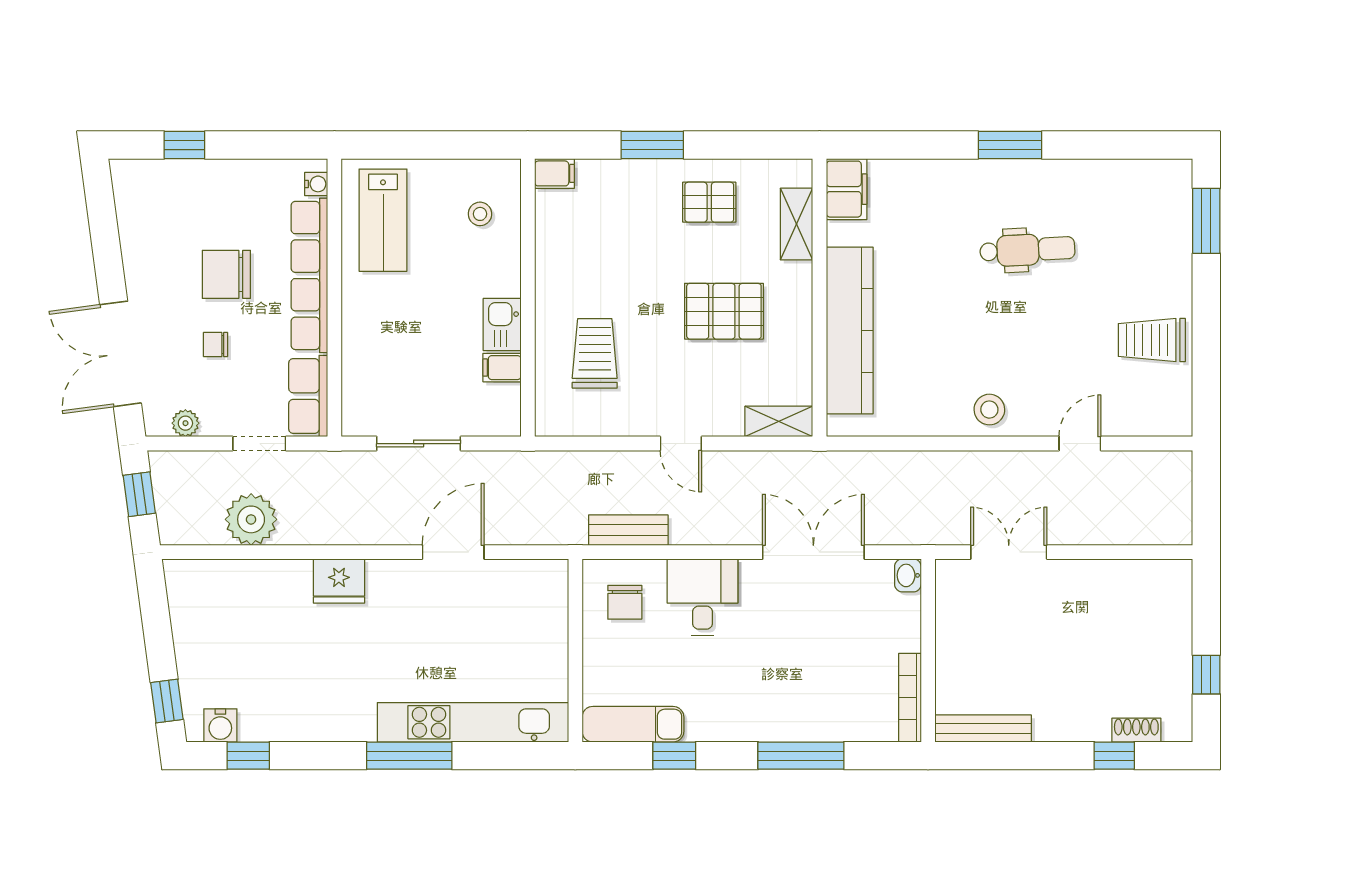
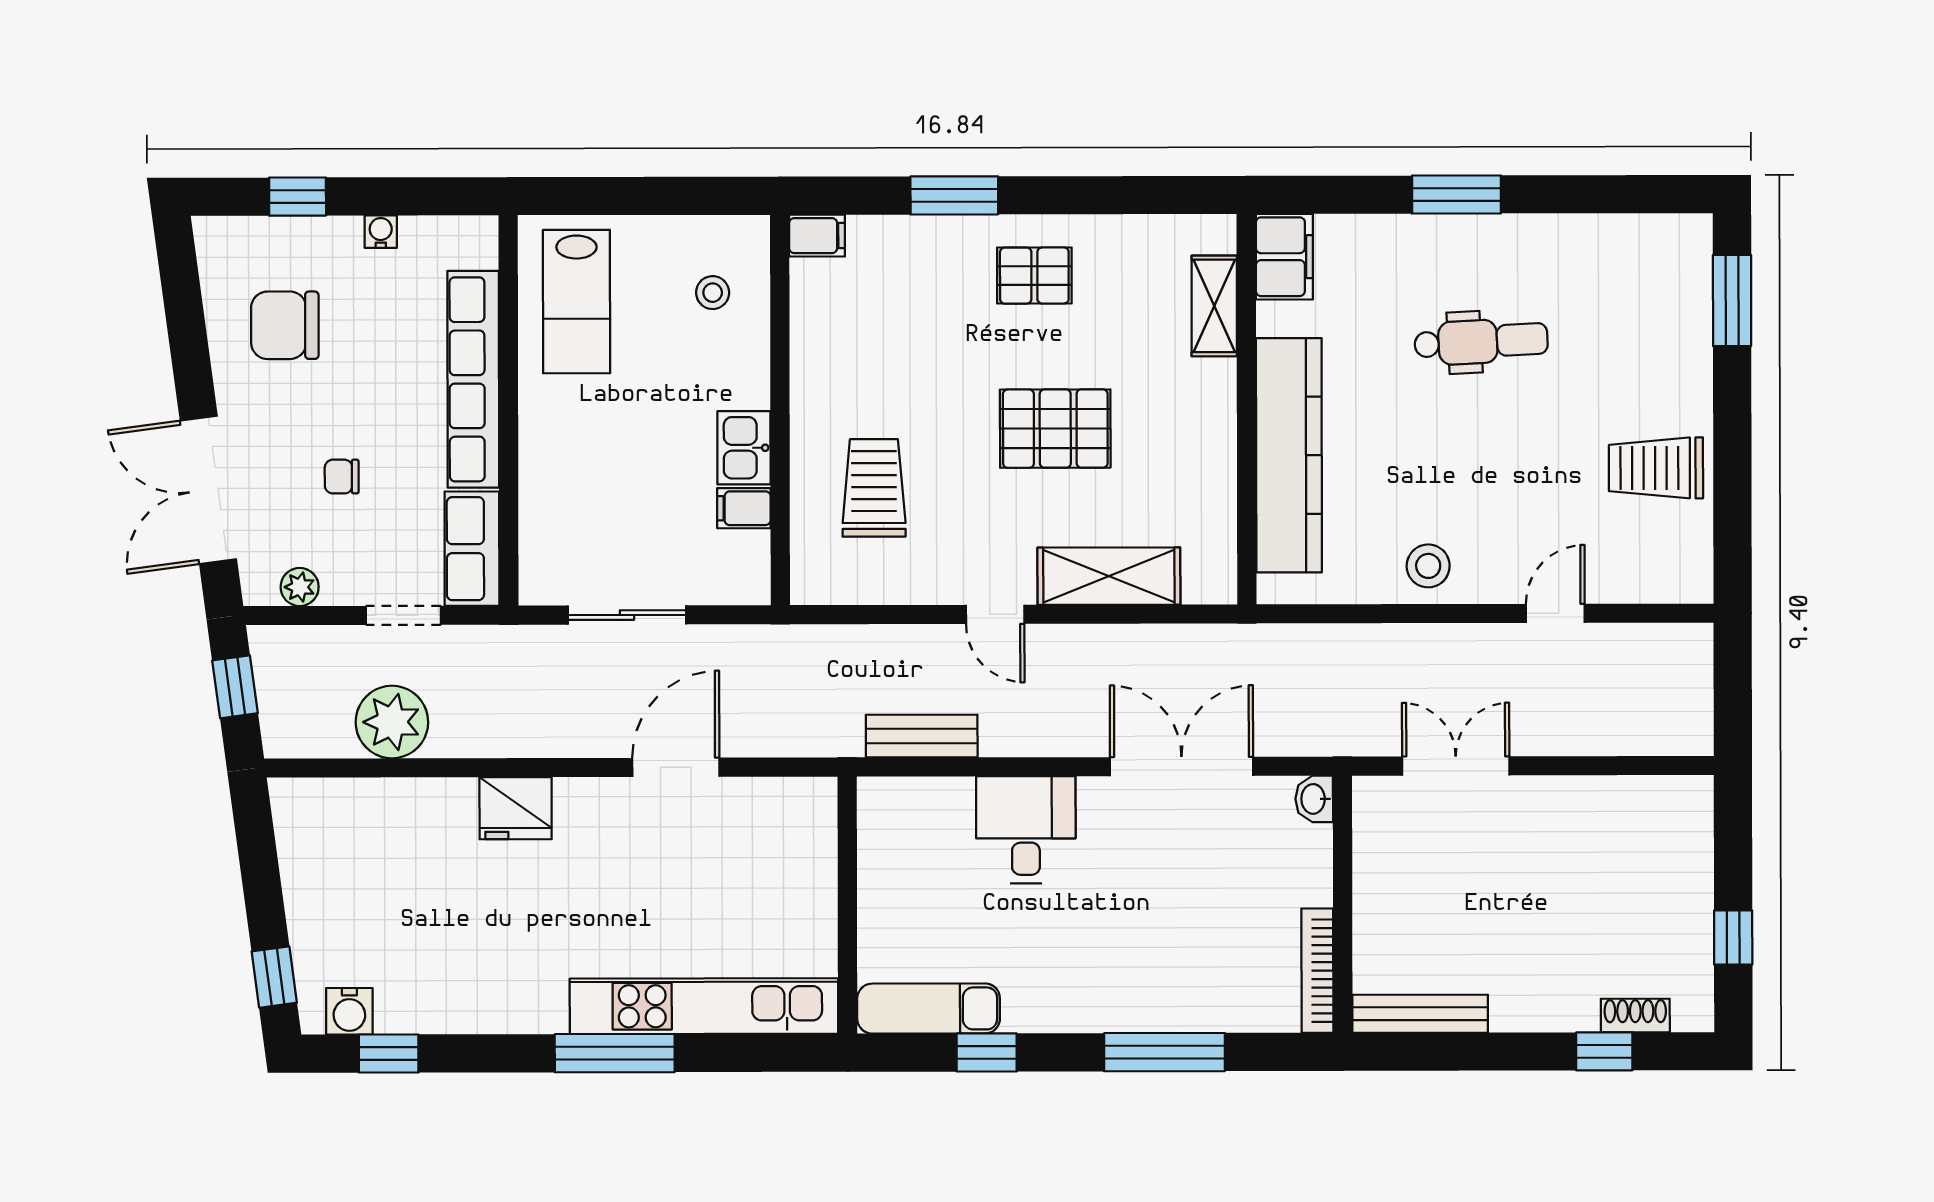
water cooler: (316, 184) -> (381, 232), moved, turned -90
filing cabinet: (847, 189) -> (1284, 257), moved
shelving: (797, 224) -> (1214, 306), moved
chair: (226, 274) -> (285, 325), moved
wall: (820, 298) -> (1247, 409), moved
kitchen counter: (850, 331) -> (1289, 455), moved
shelving: (779, 421) -> (1109, 576), width x1.50, depth x1.33
chair: (625, 602) -> (917, 837), removed

